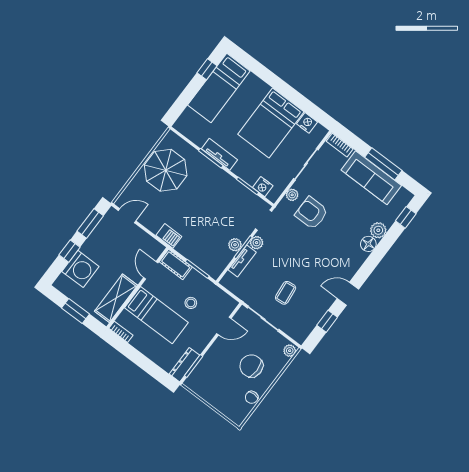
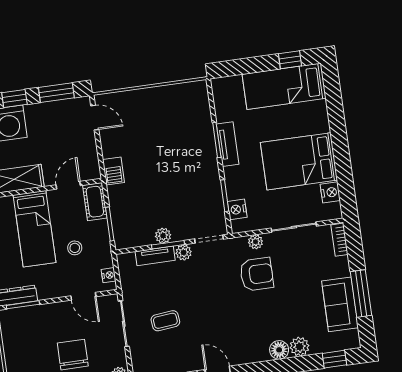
parasol: (166, 170) -> (167, 112), removed
sofa: (371, 178) -> (340, 304), width x0.73
armchair: (312, 213) -> (257, 274), turned 90
nightstand: (226, 299) -> (109, 275), added

